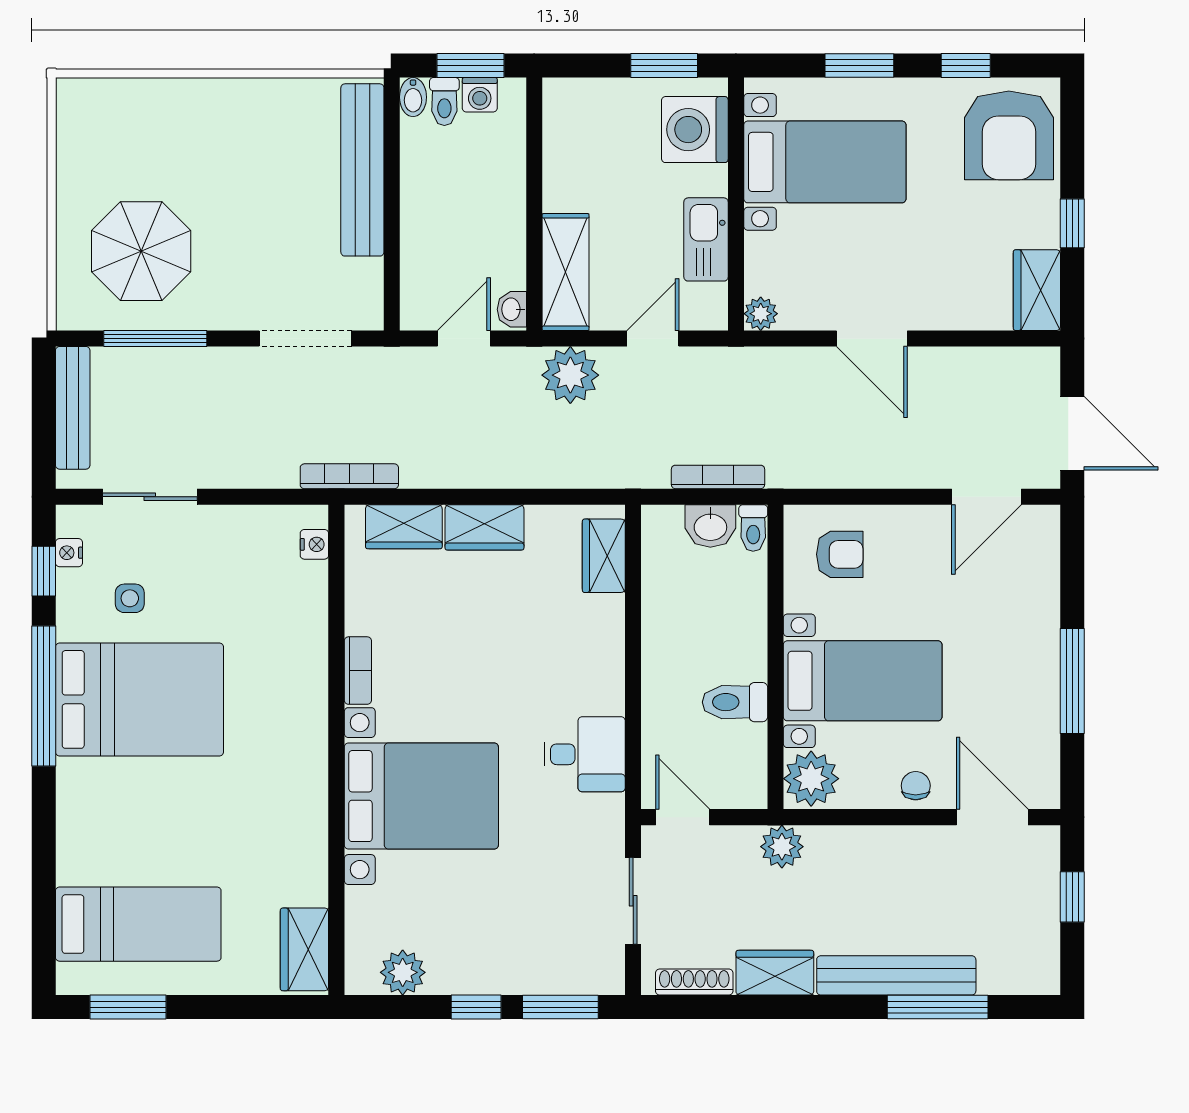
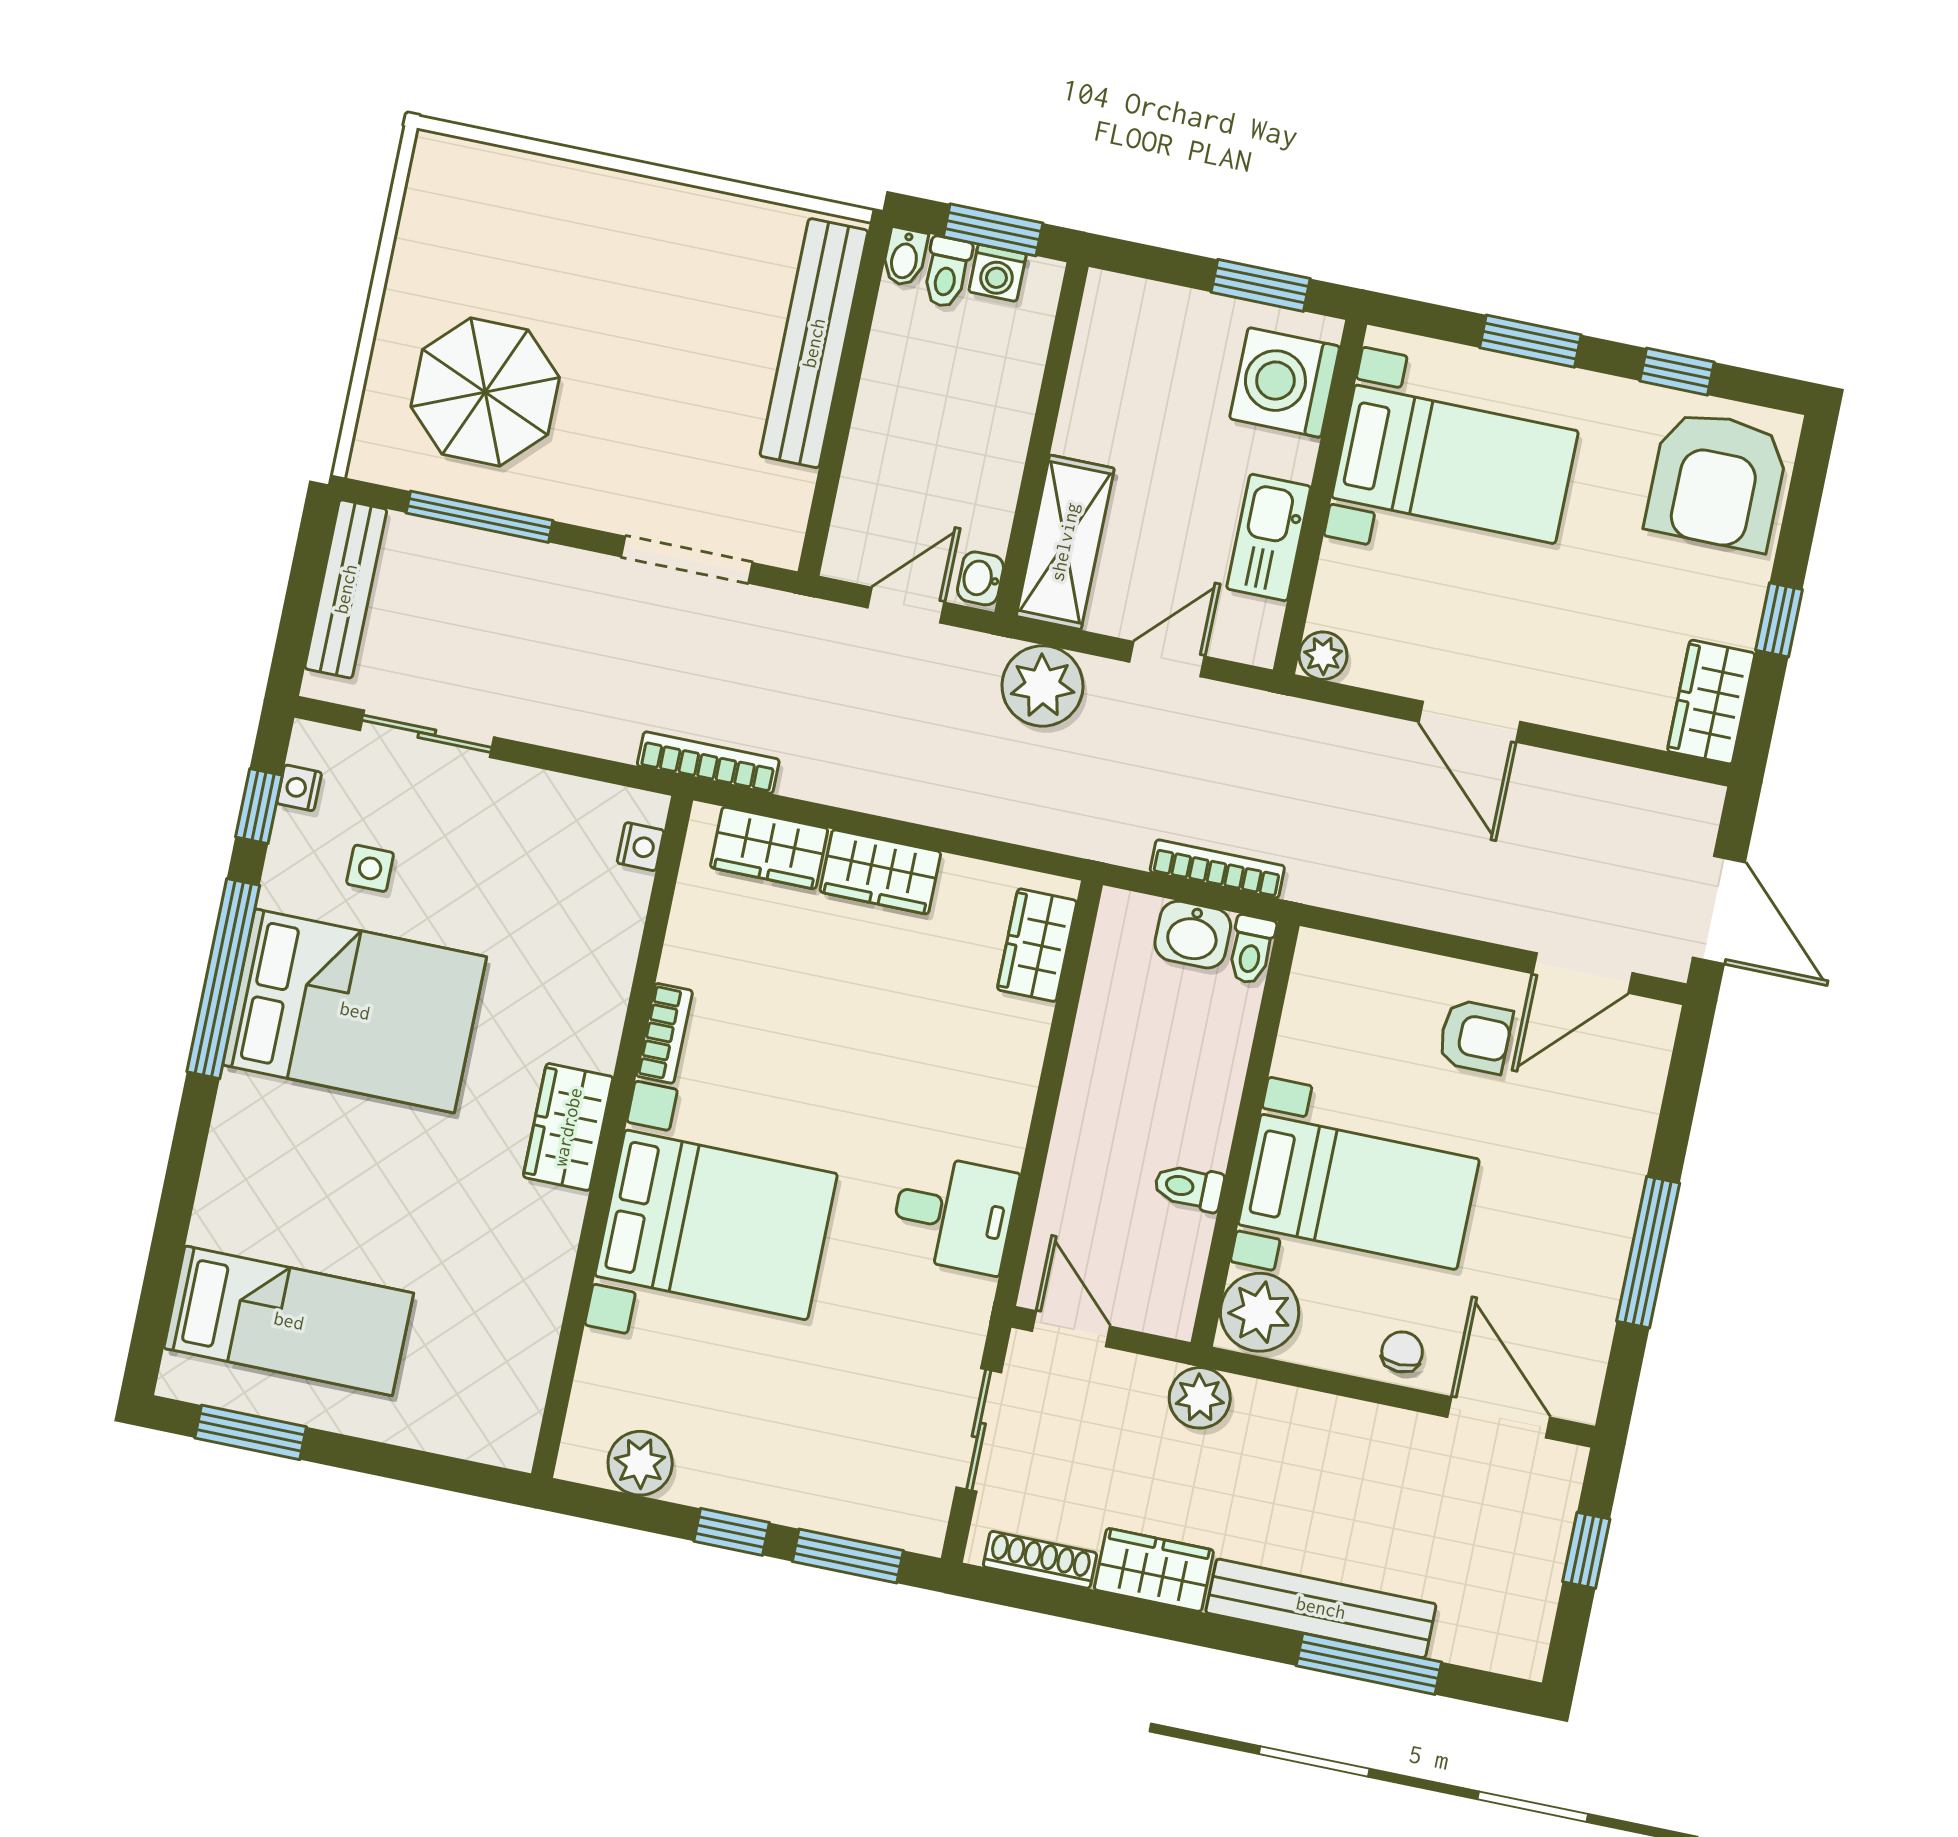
armchair: (840, 554) -> (1475, 1036), moved
toilet: (735, 702) -> (1189, 1187), width x0.73, depth x0.72
wardrobe: (304, 949) -> (568, 1127), moved

